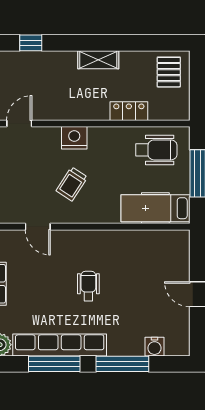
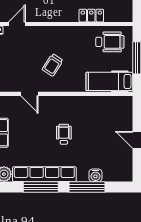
nightstand: (74, 138) -> (54, 34), removed
water cooler: (154, 347) -> (95, 175), moved

